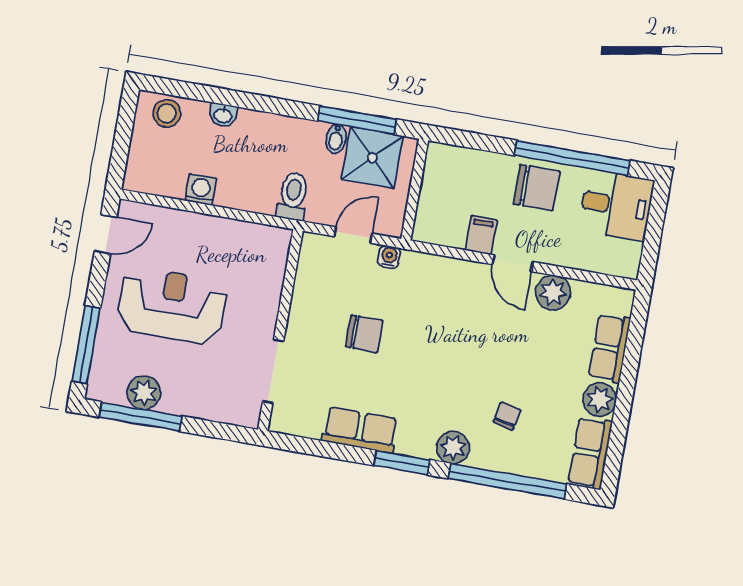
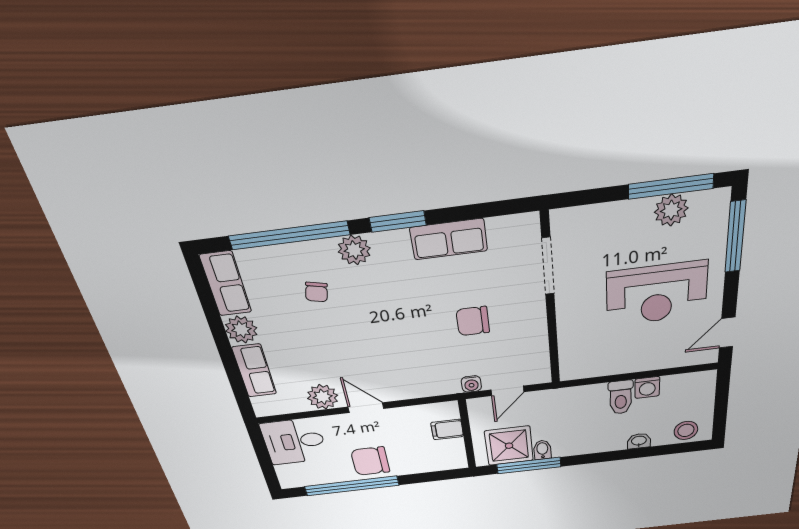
toilet: (293, 196) -> (621, 397), moved
desk: (616, 205) -> (294, 441), moved
filing cabinet: (481, 235) -> (447, 429), moved, turned 90

